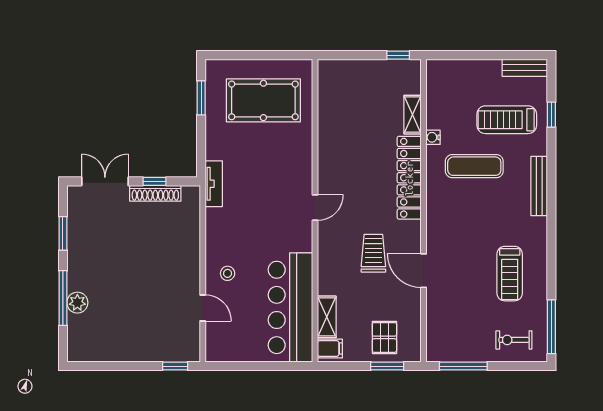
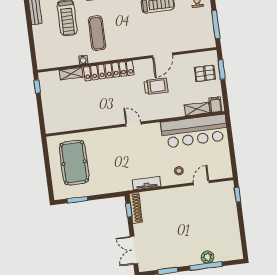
window: (155, 181) -> (129, 210), moved
tv unit: (214, 184) -> (147, 183), moved
shoe rack: (155, 193) -> (136, 208), moved
trolley: (373, 253) -> (156, 86), turned 180

